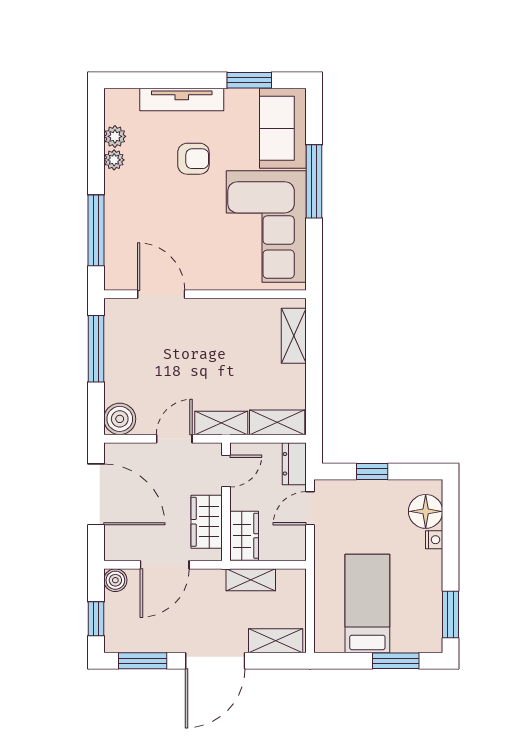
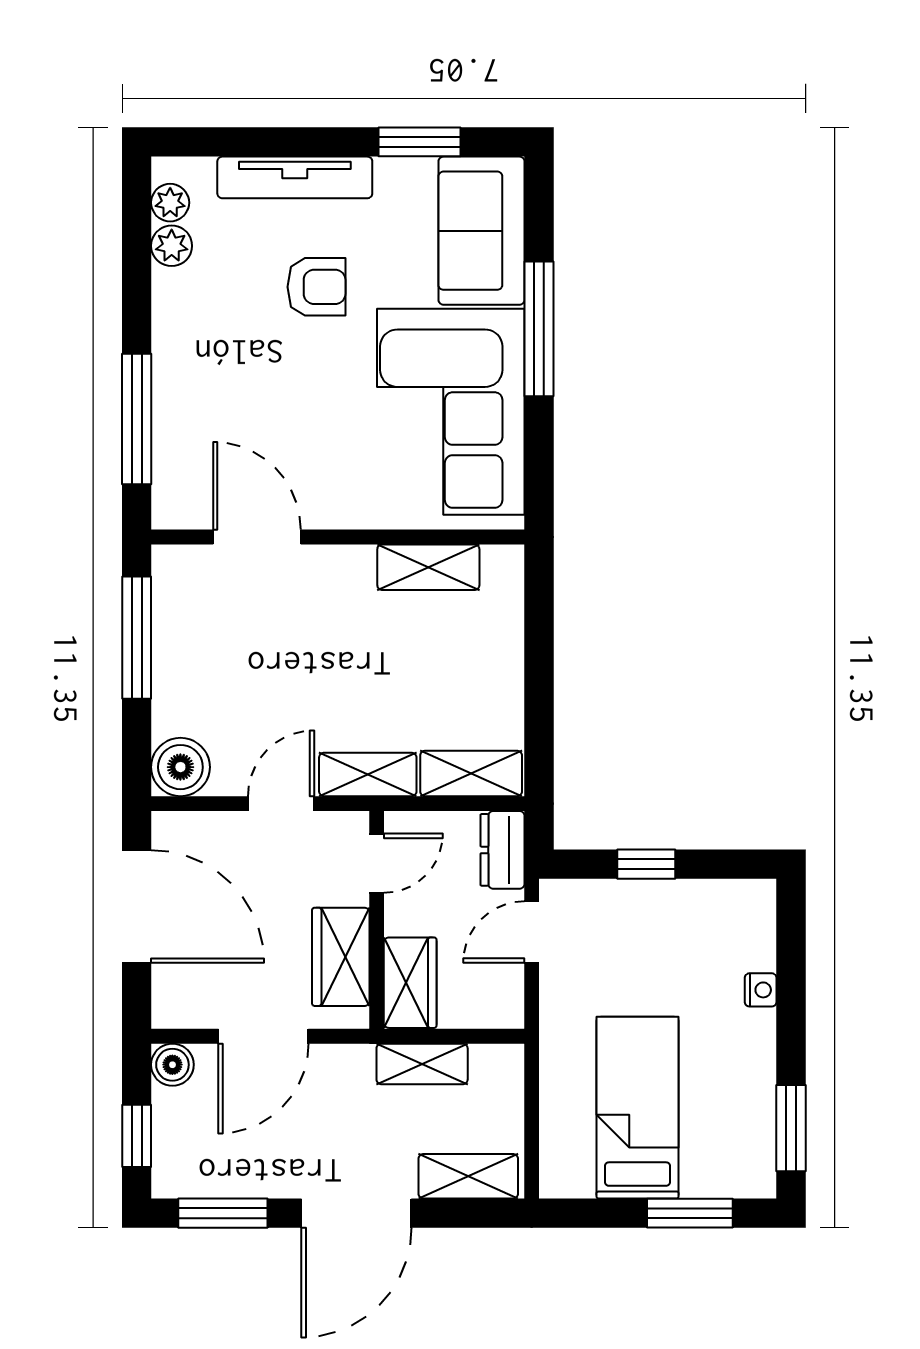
plant: (114, 160) -> (170, 203), moved
shelving: (294, 336) -> (428, 567), moved, turned 90
floor lamp: (426, 511) -> (745, 938), removed

